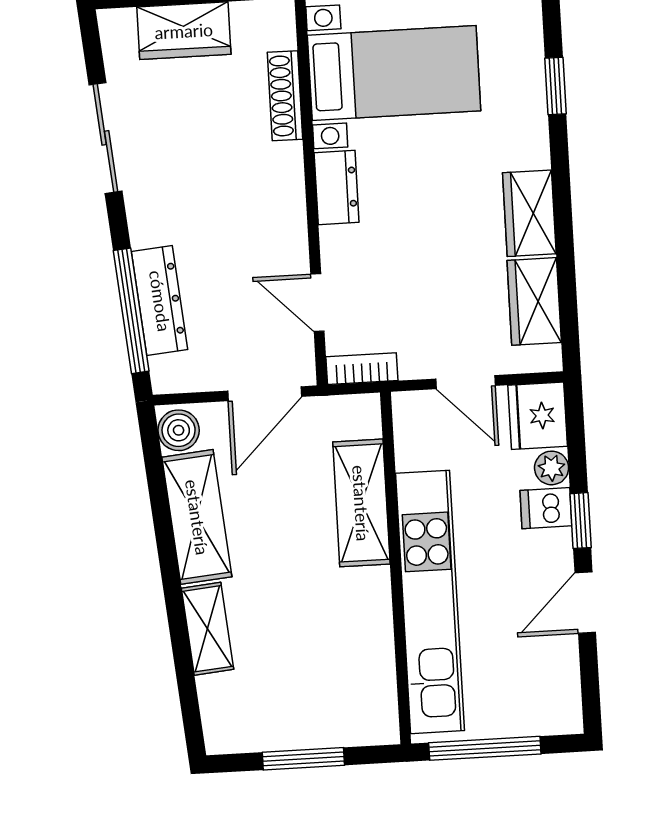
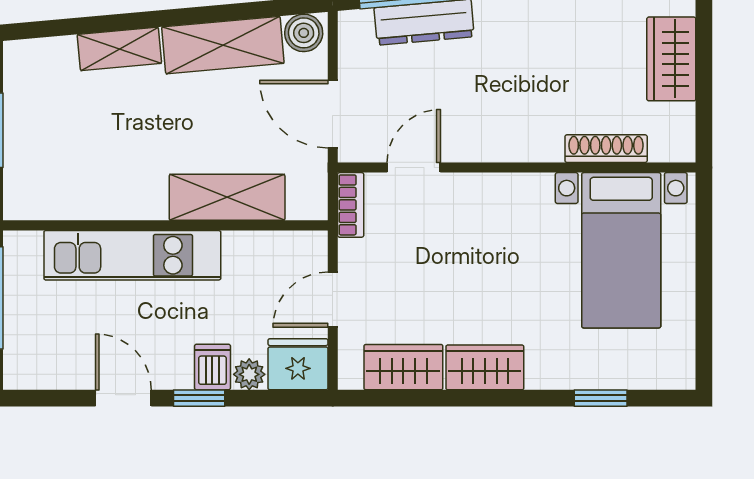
dresser: (337, 187) -> (519, 191), removed
kitchen unit: (430, 602) -> (132, 255), width x0.73

